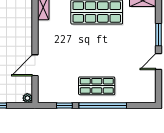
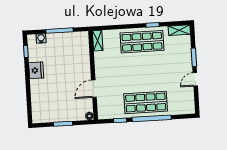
shop shelf: (97, 86) -> (146, 102), width x1.43, depth x1.36

